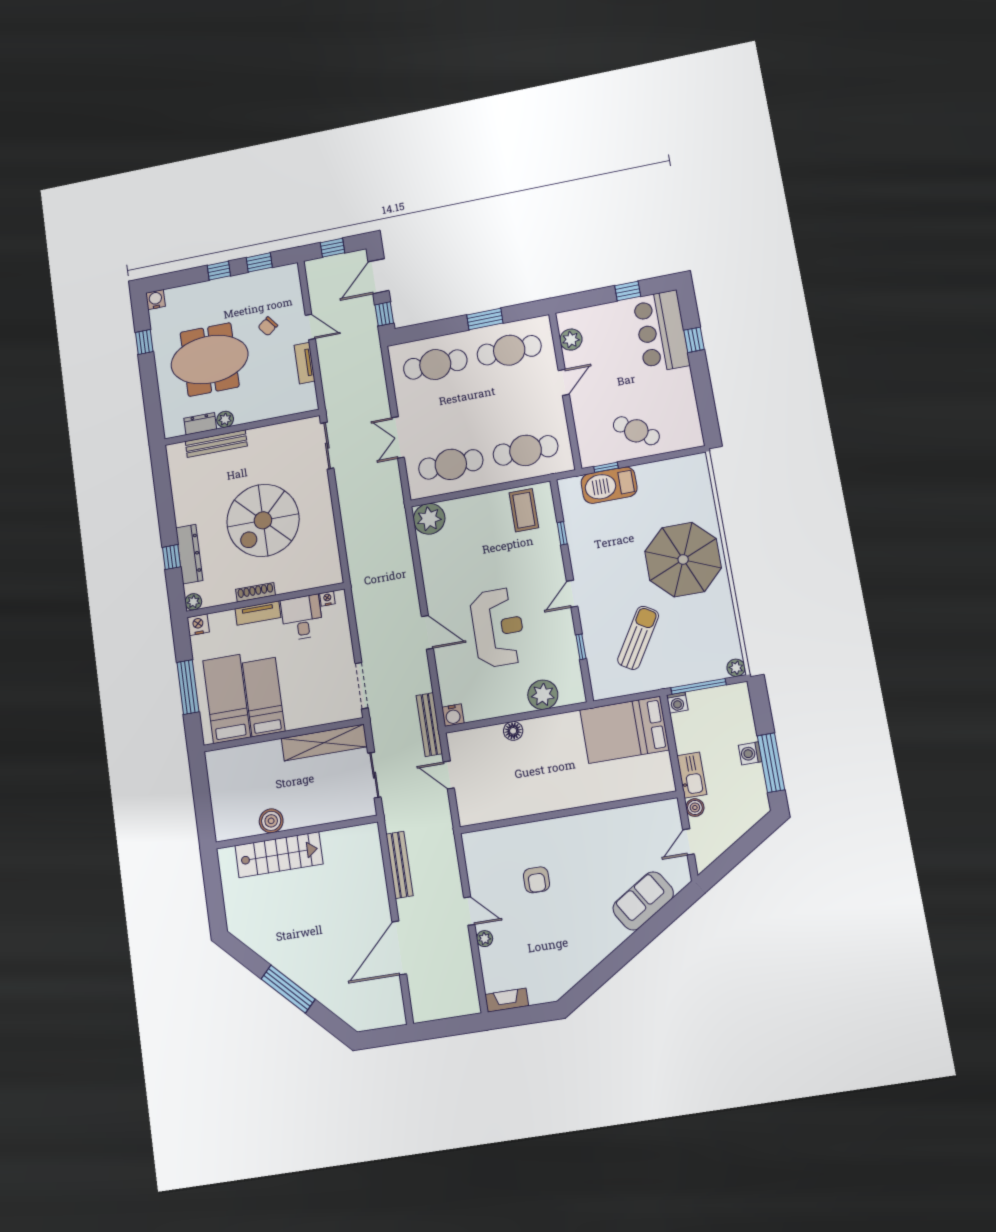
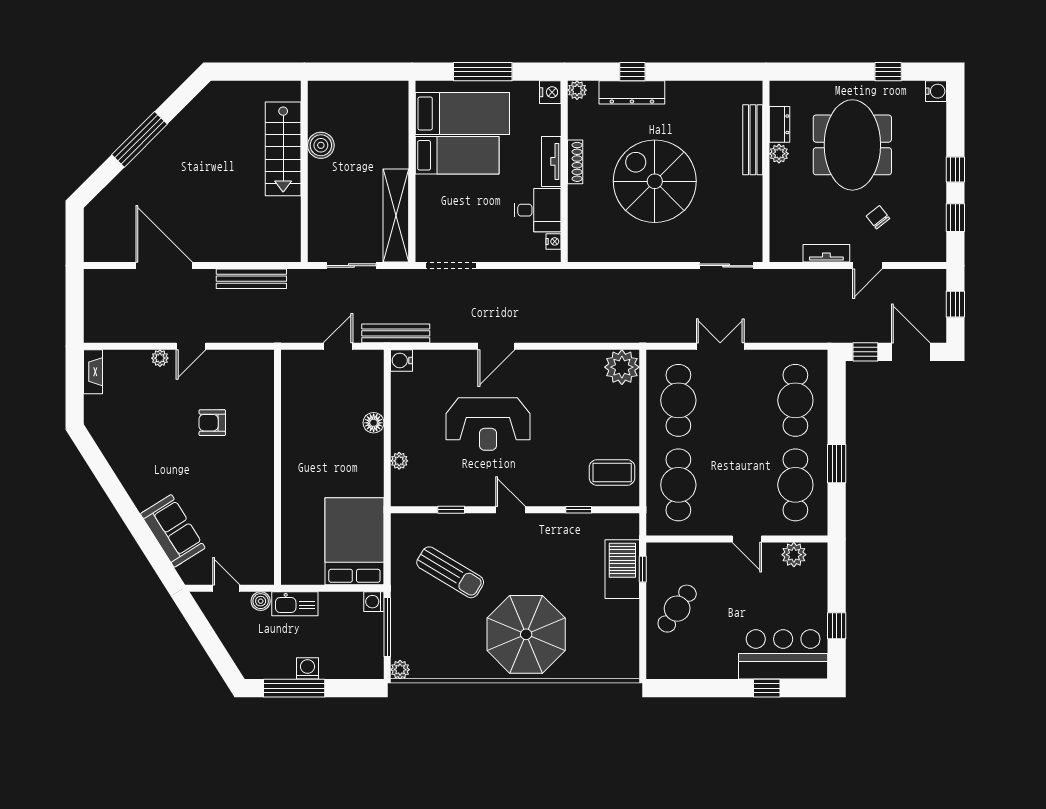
plant: (543, 695) -> (399, 461), width x0.53, depth x0.53

